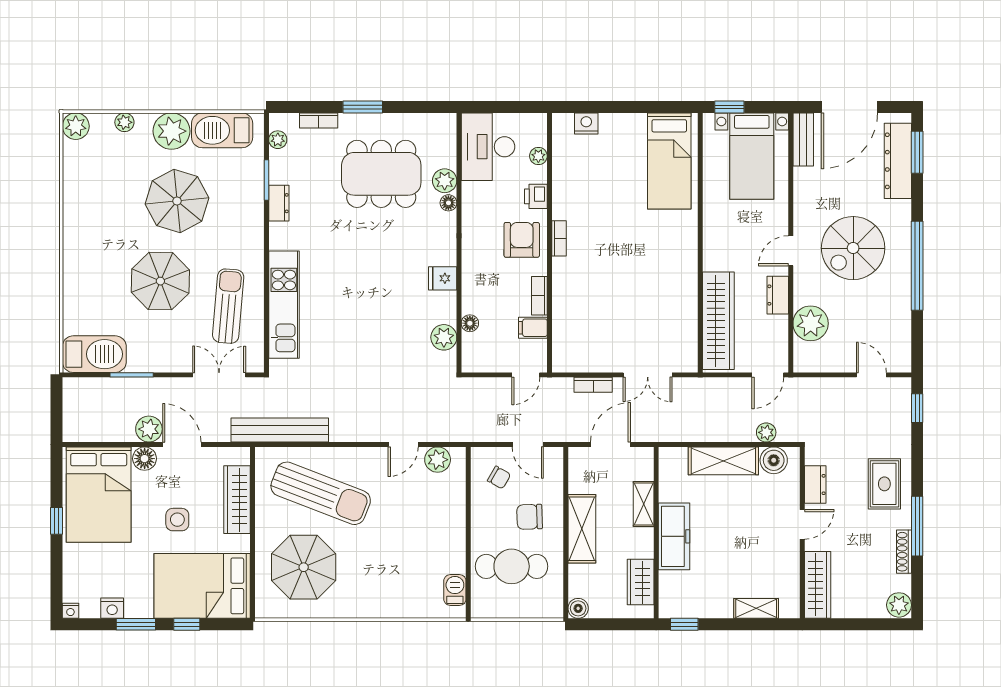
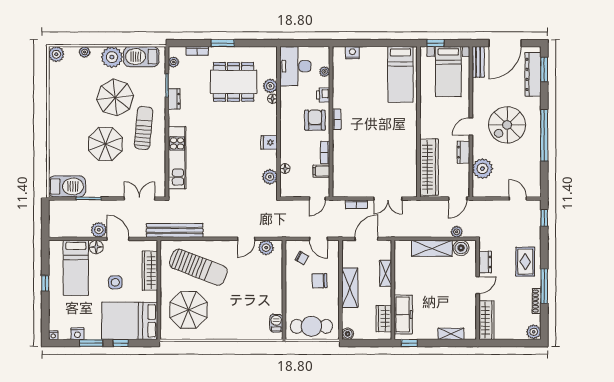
sun lounger: (228, 306) -> (144, 128), moved
bed: (99, 495) -> (76, 268), width x0.67
freezer: (674, 536) -> (403, 314), moved
cafe table: (512, 566) -> (311, 326), moved

